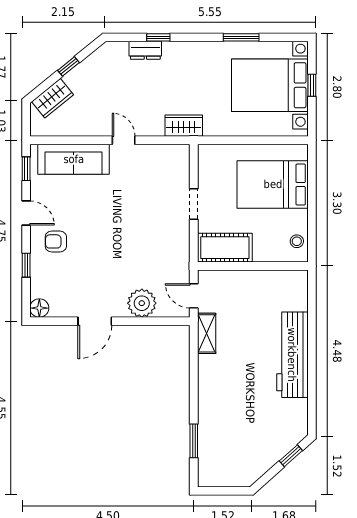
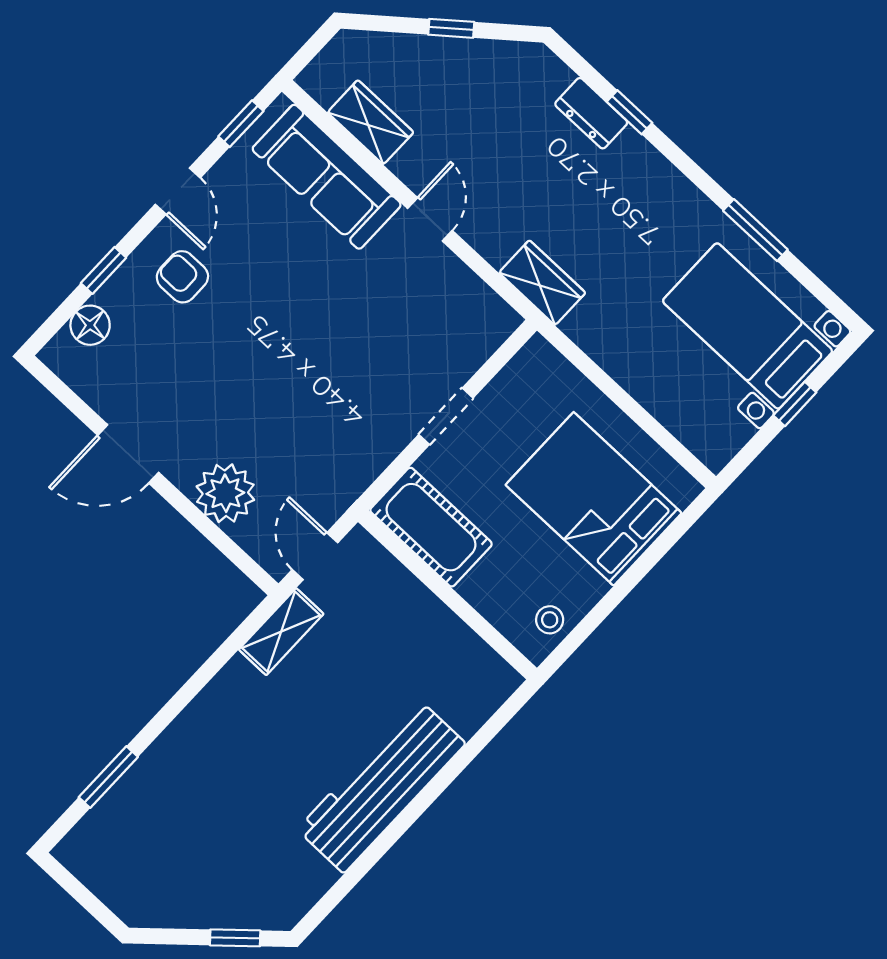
bed with nightstands: (270, 85) -> (748, 326), width x0.73
wardrobe: (53, 98) -> (371, 122), moved, turned -141
floor lamp: (39, 308) -> (90, 325), moved

